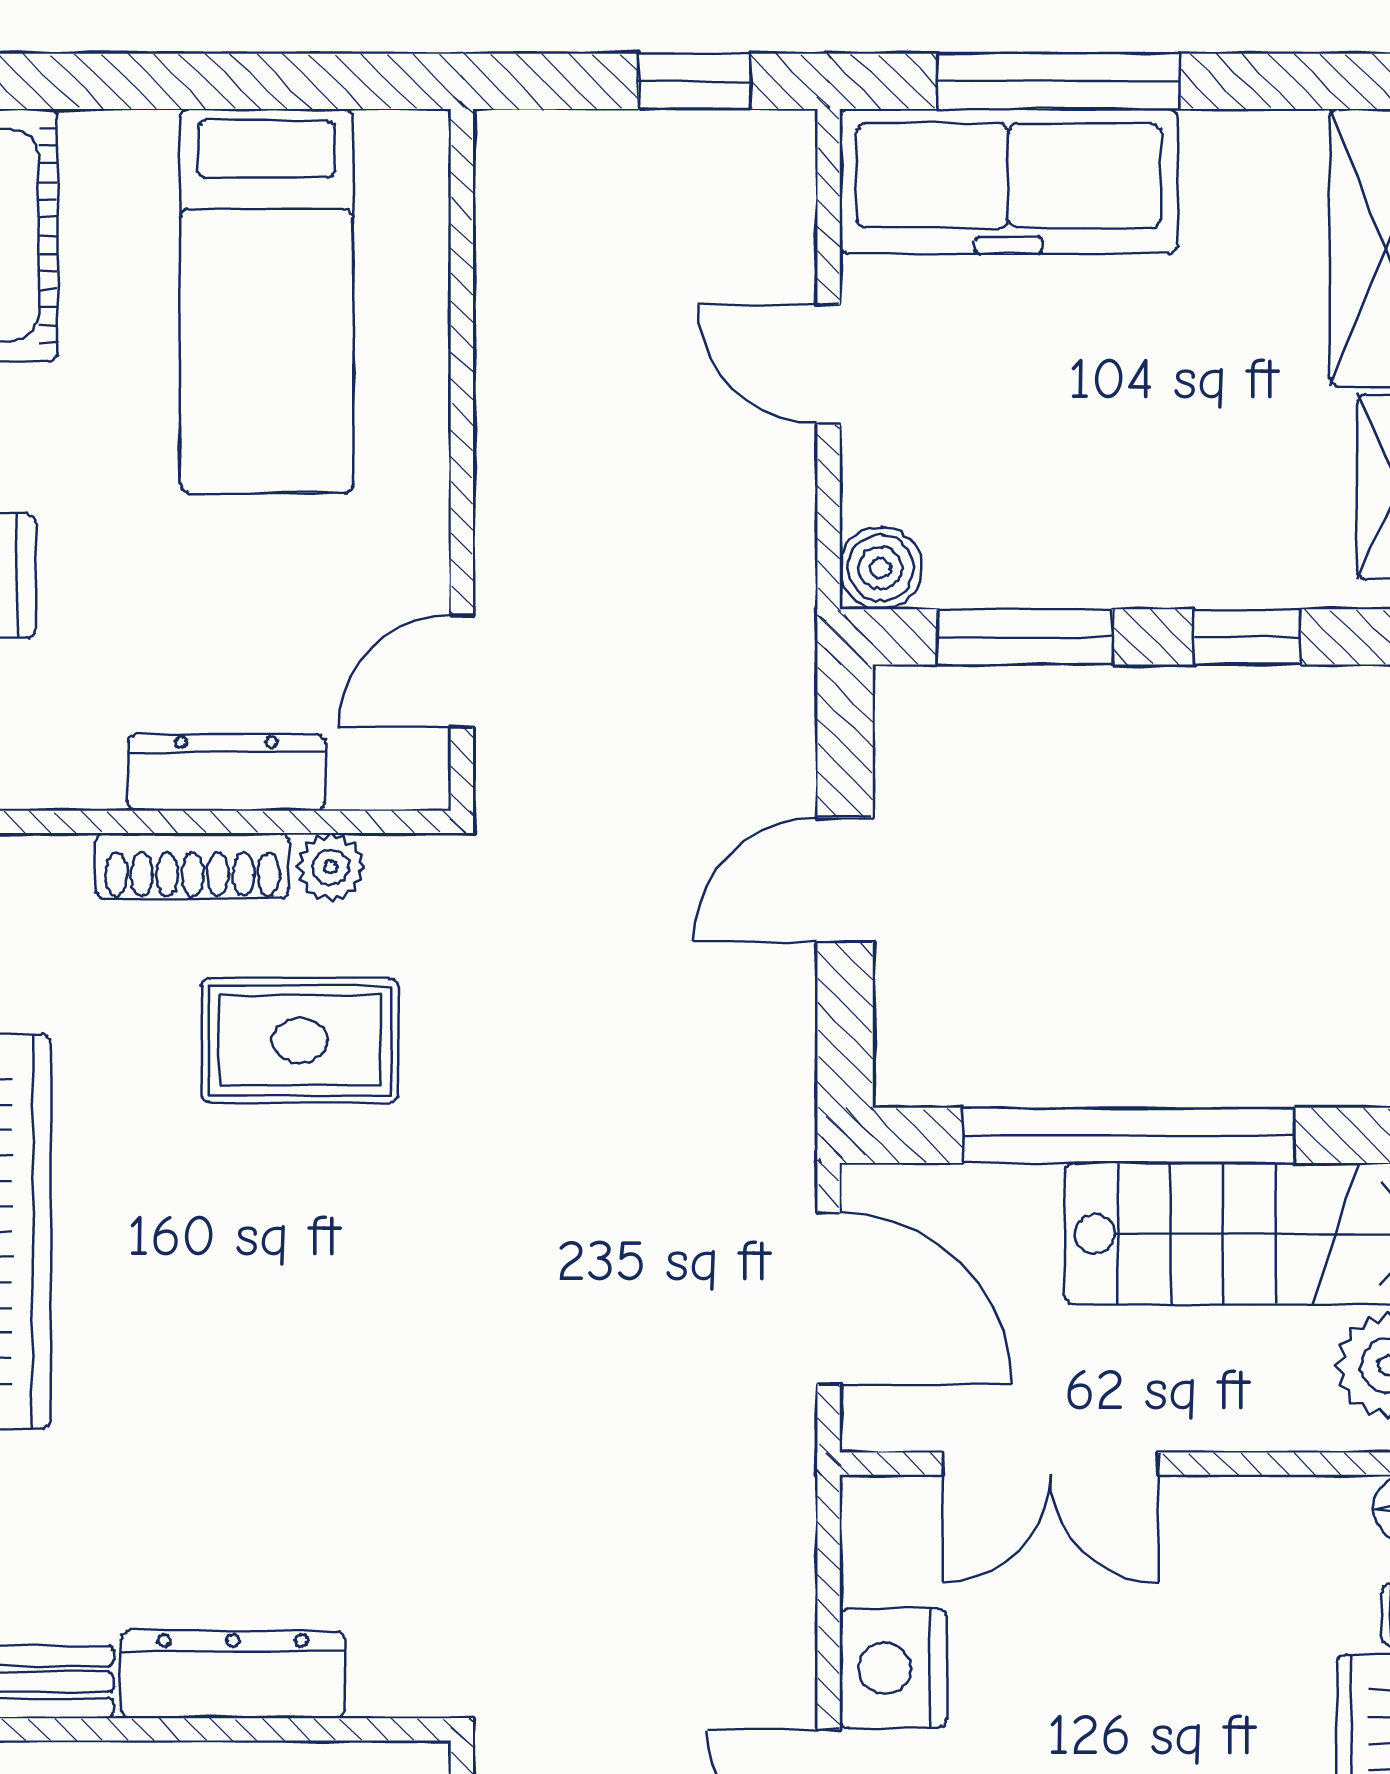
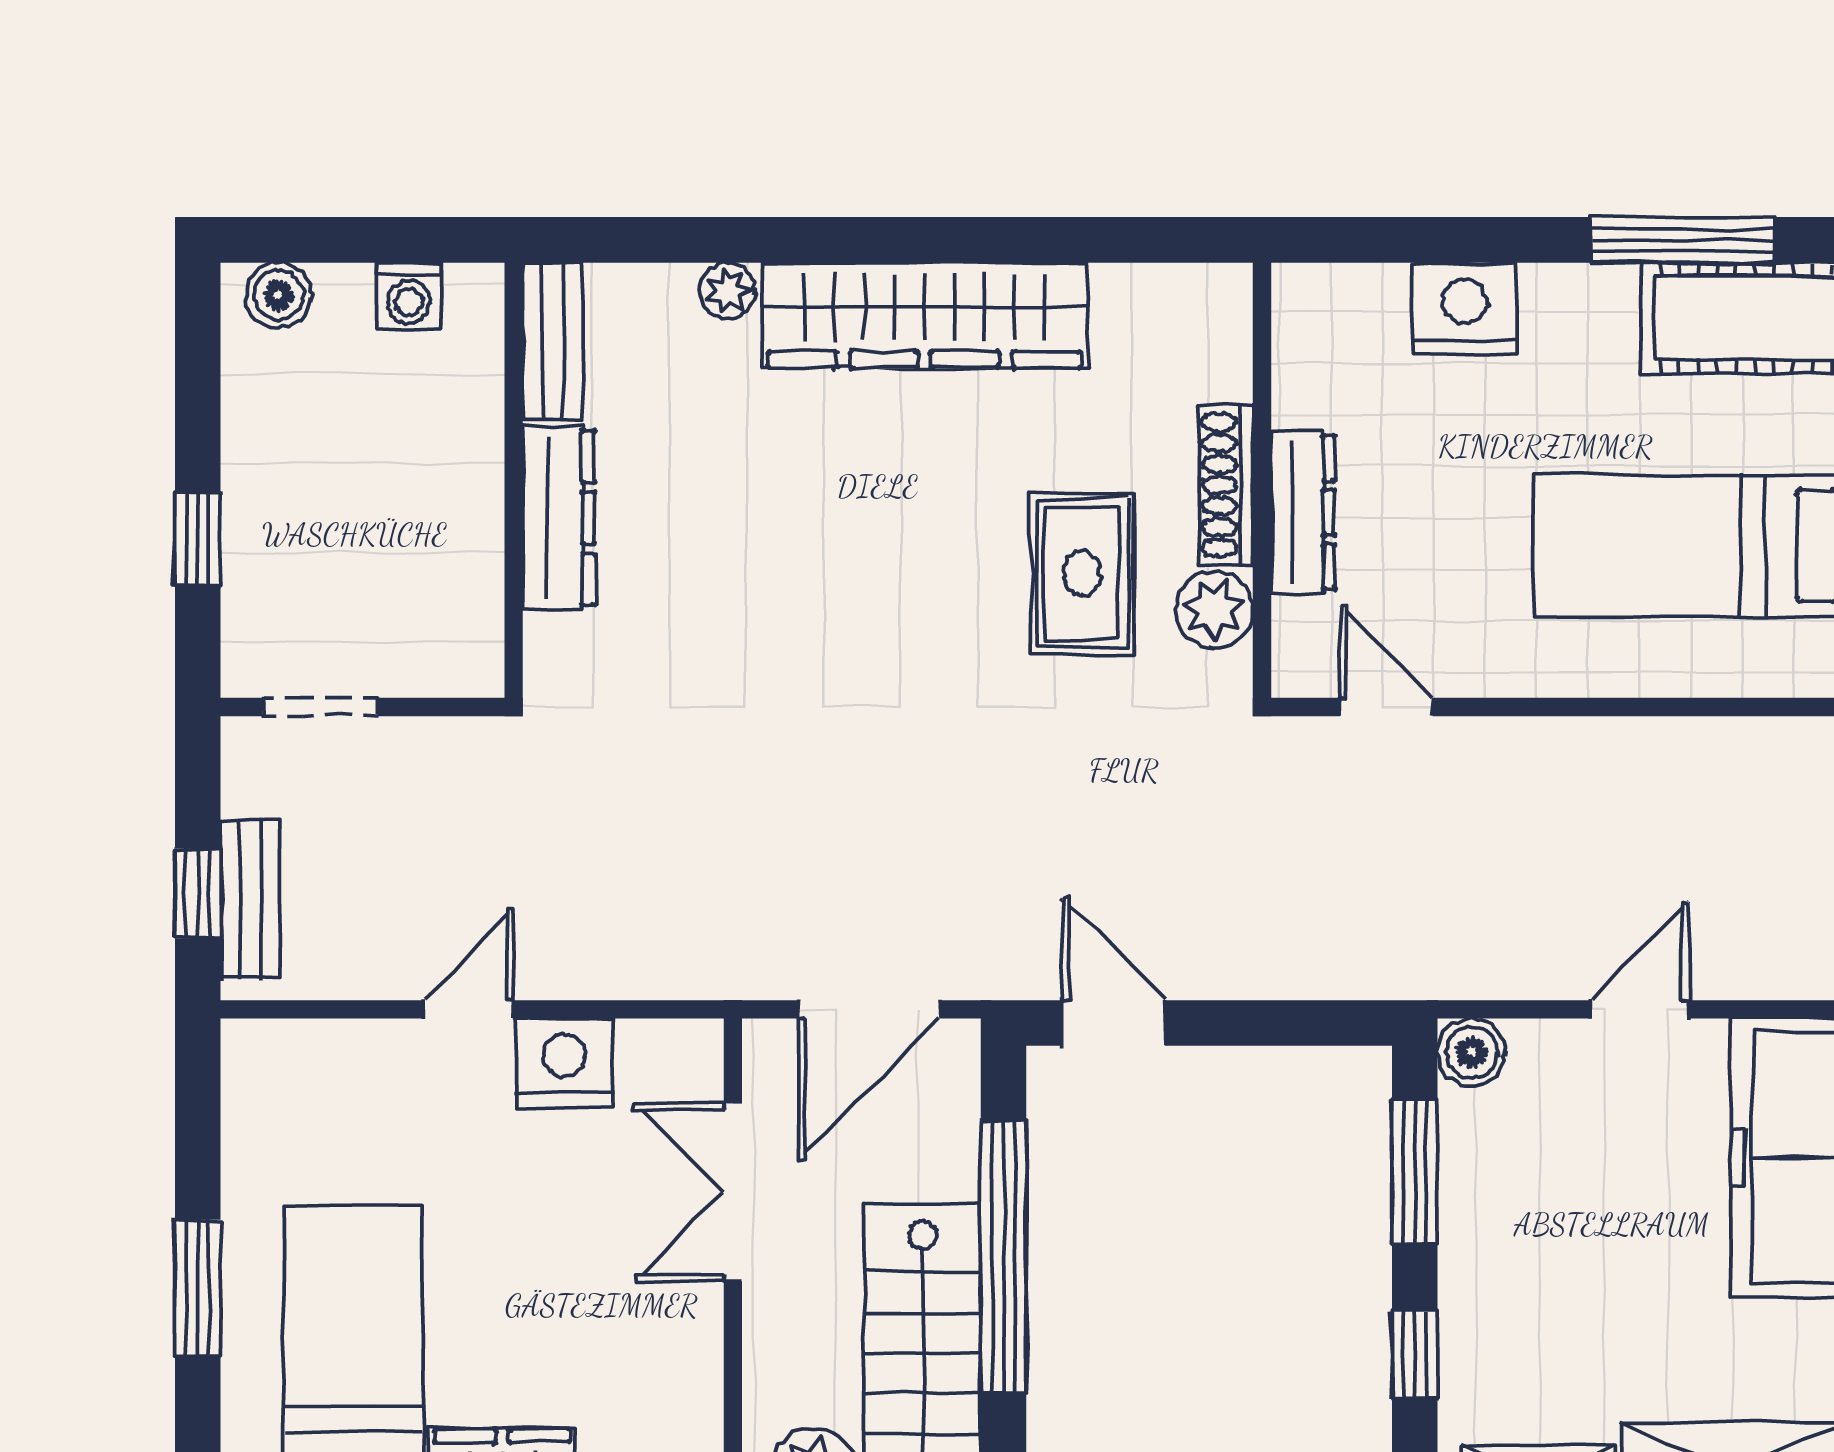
plant: (331, 867) -> (1214, 610), width x1.38, depth x1.38
door: (845, 880) -> (1114, 1023), moved

